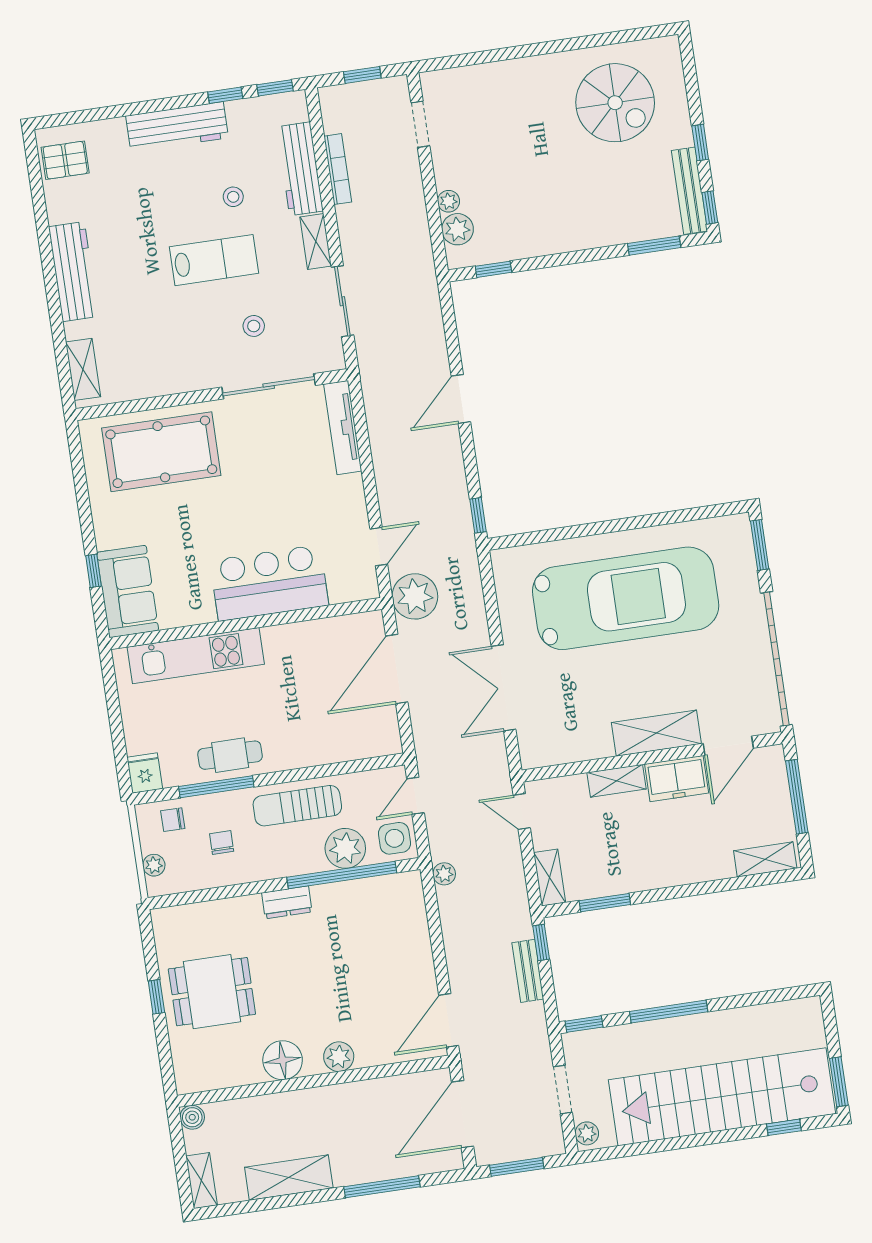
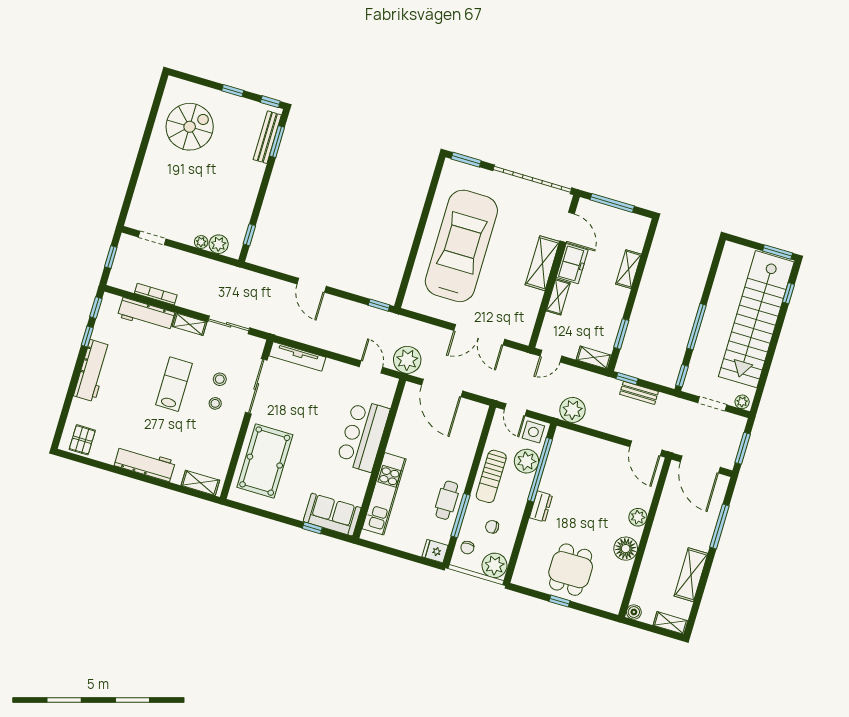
bench: (689, 191) -> (267, 137), moved, turned 90
stool: (233, 197) -> (215, 403), moved
shelving: (765, 859) -> (628, 269), moved
plant: (154, 865) -> (494, 565), width x1.88, depth x1.88
plant: (444, 874) -> (573, 410), width x1.88, depth x1.88

